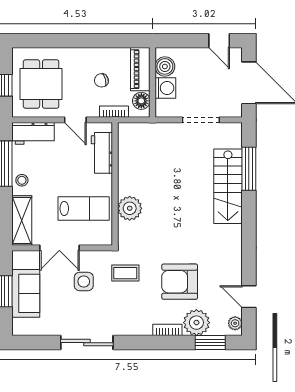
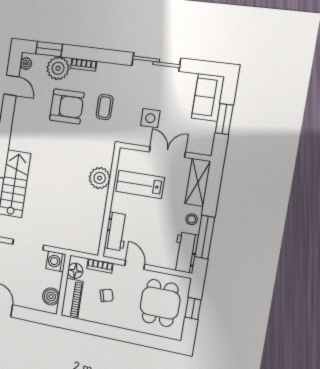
washing machine: (165, 88) -> (56, 261), moved
workbench: (33, 133) -> (185, 253), moved, turned -90
coffee table: (125, 273) -> (105, 107), moved, turned 90
sofa: (26, 293) -> (208, 97), moved

